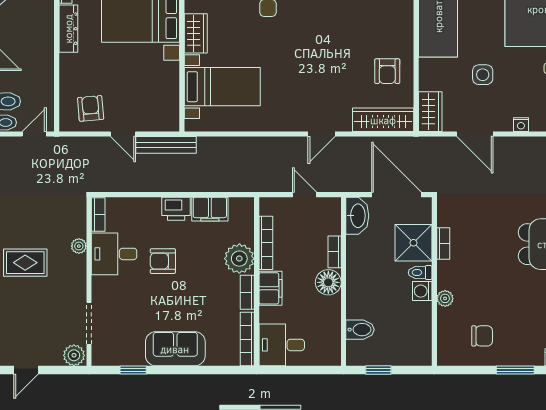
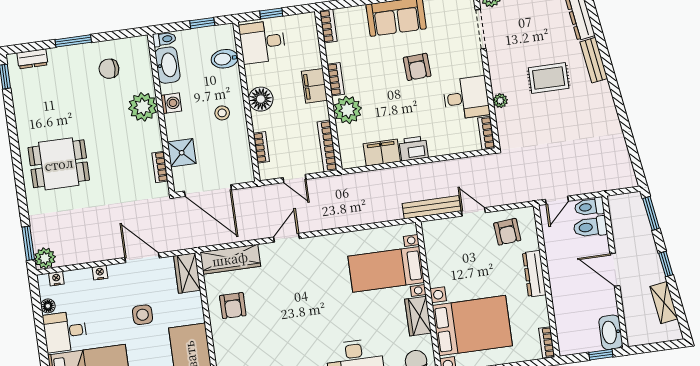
dresser: (68, 29) -> (534, 274), moved
armchair: (387, 71) -> (233, 306), turned 180
washbasin: (357, 216) -> (168, 65), moved, turned 180
bookcase: (266, 243) -> (327, 146), moved
shower: (414, 243) -> (182, 153), width x0.73, depth x0.73
bookcase: (443, 244) -> (160, 167), moved
bookcase: (335, 252) -> (261, 147), moved
armchair: (163, 261) -> (417, 67), moved, turned 87
stool: (370, 273) -> (222, 113), added
toilet: (420, 273) -> (164, 39), moved
plant: (445, 298) -> (143, 107), width x1.88, depth x1.88
bookcase: (247, 339) -> (328, 26), width x0.64
desk: (282, 345) -> (262, 42), moved, turned 180
window: (305, 370) -> (271, 14), added

